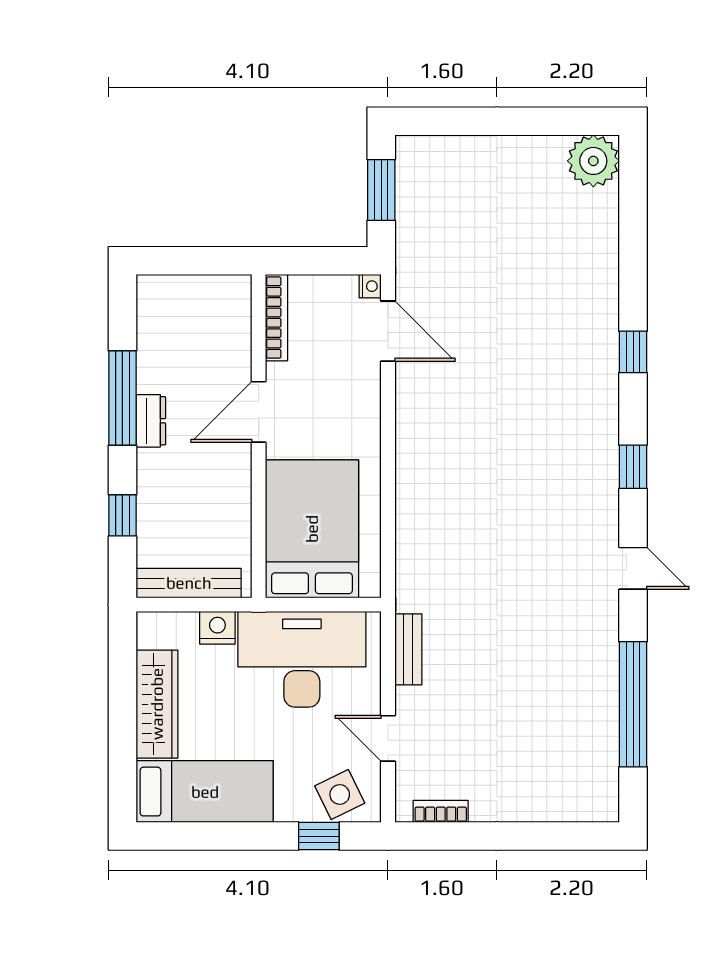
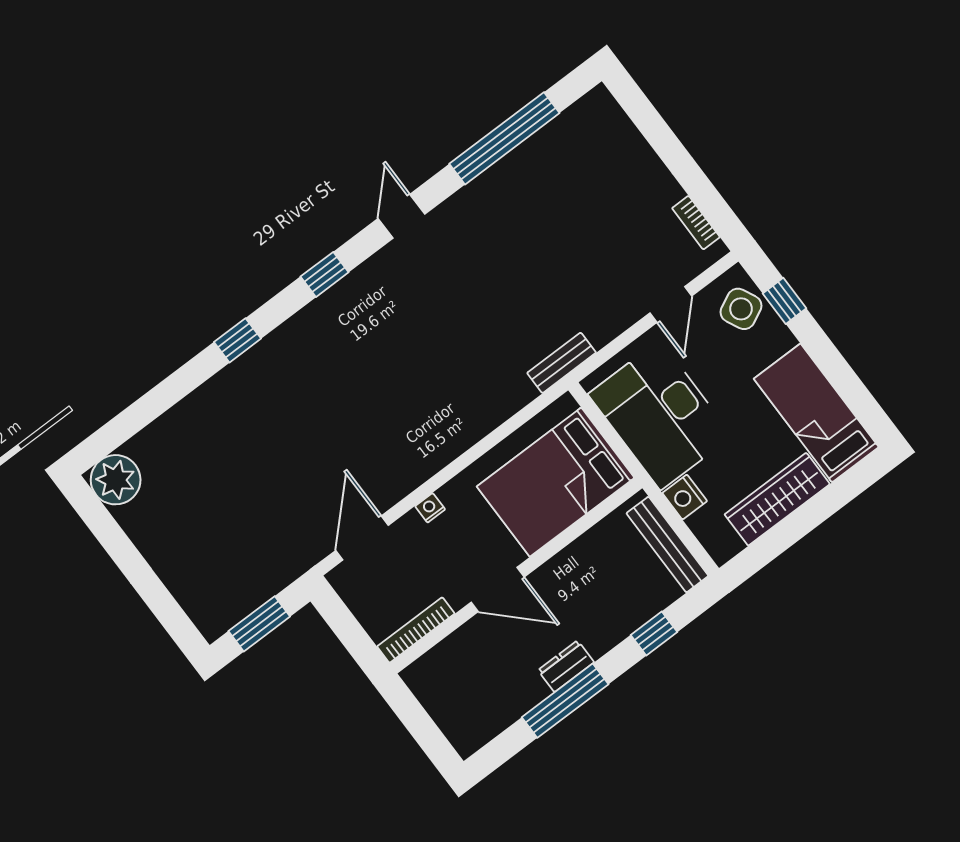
nightstand: (370, 286) -> (430, 508), moved
bench: (408, 649) -> (562, 363), moved

